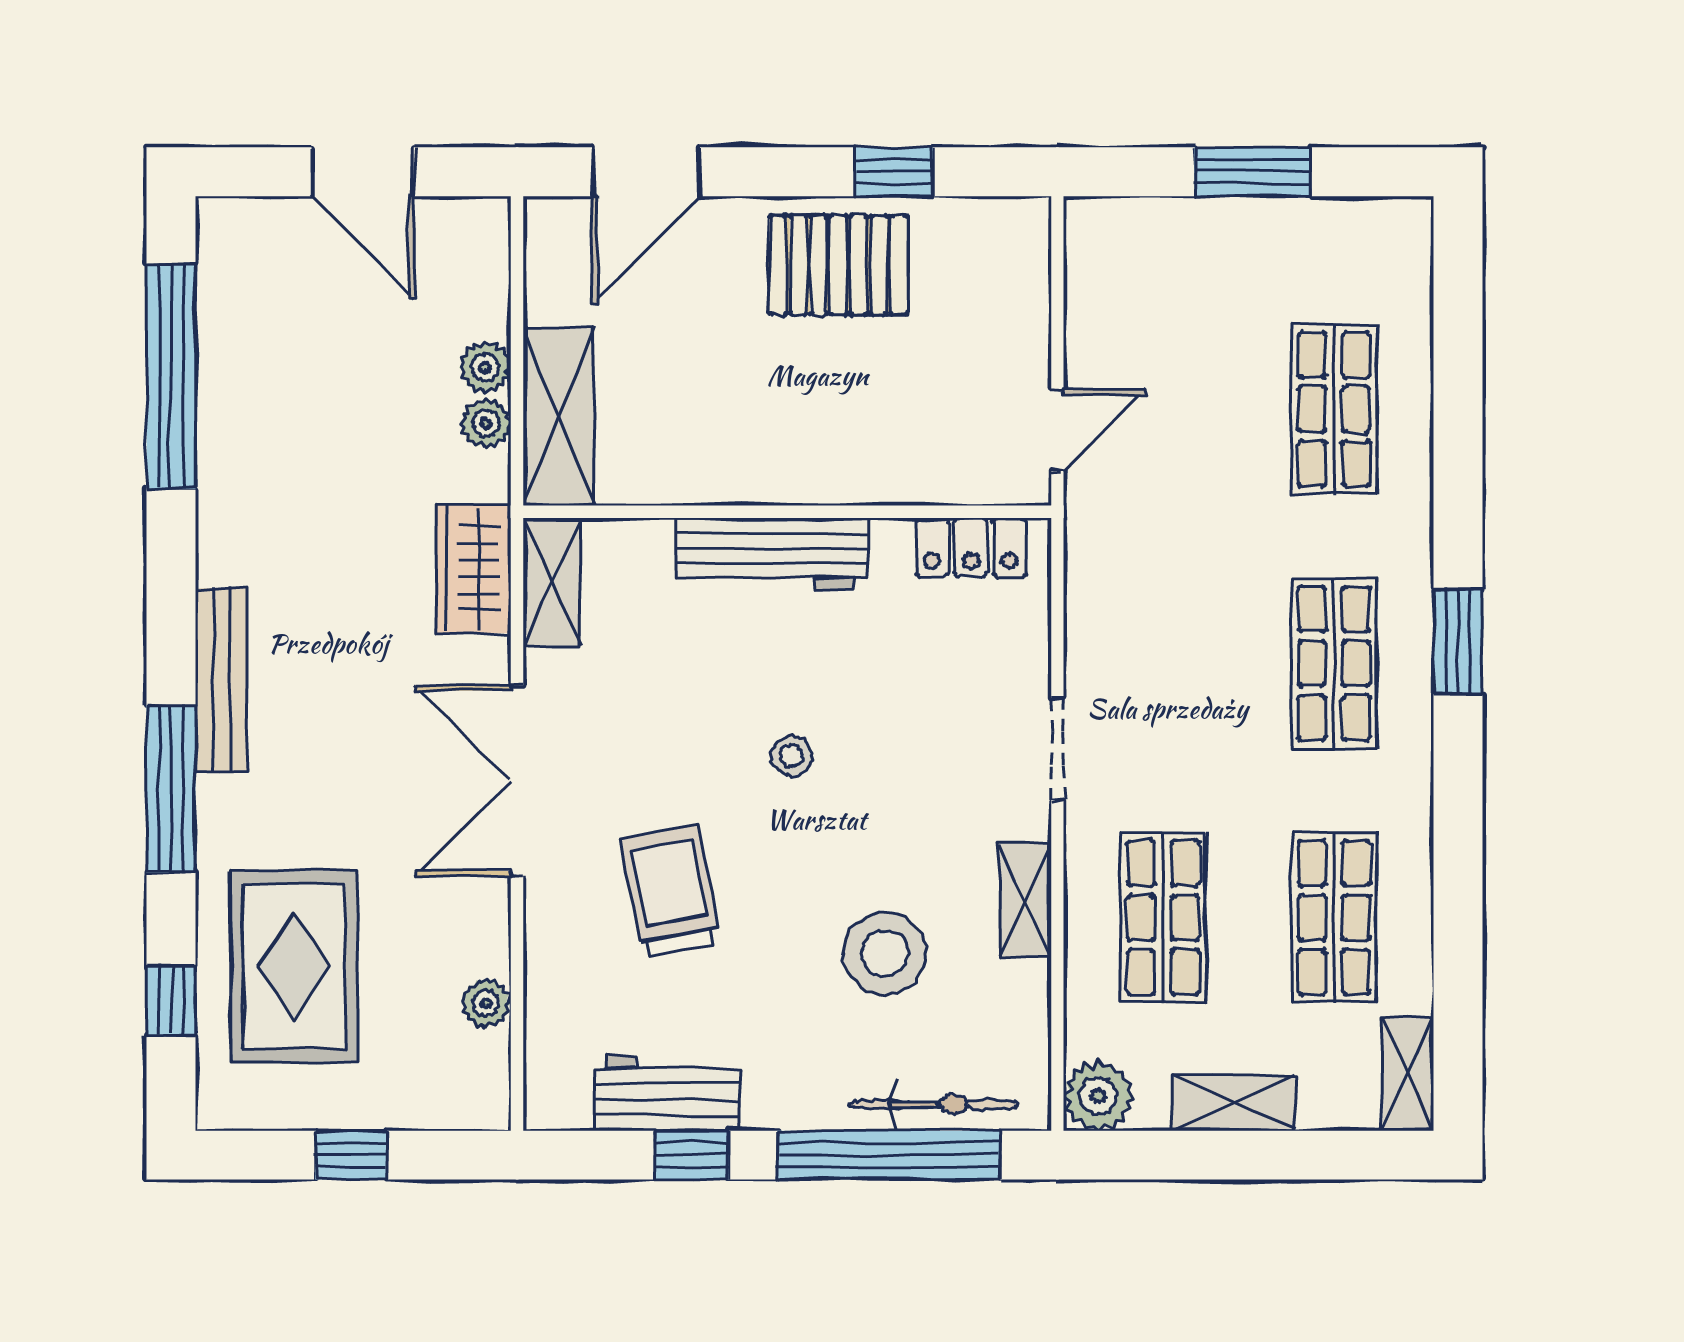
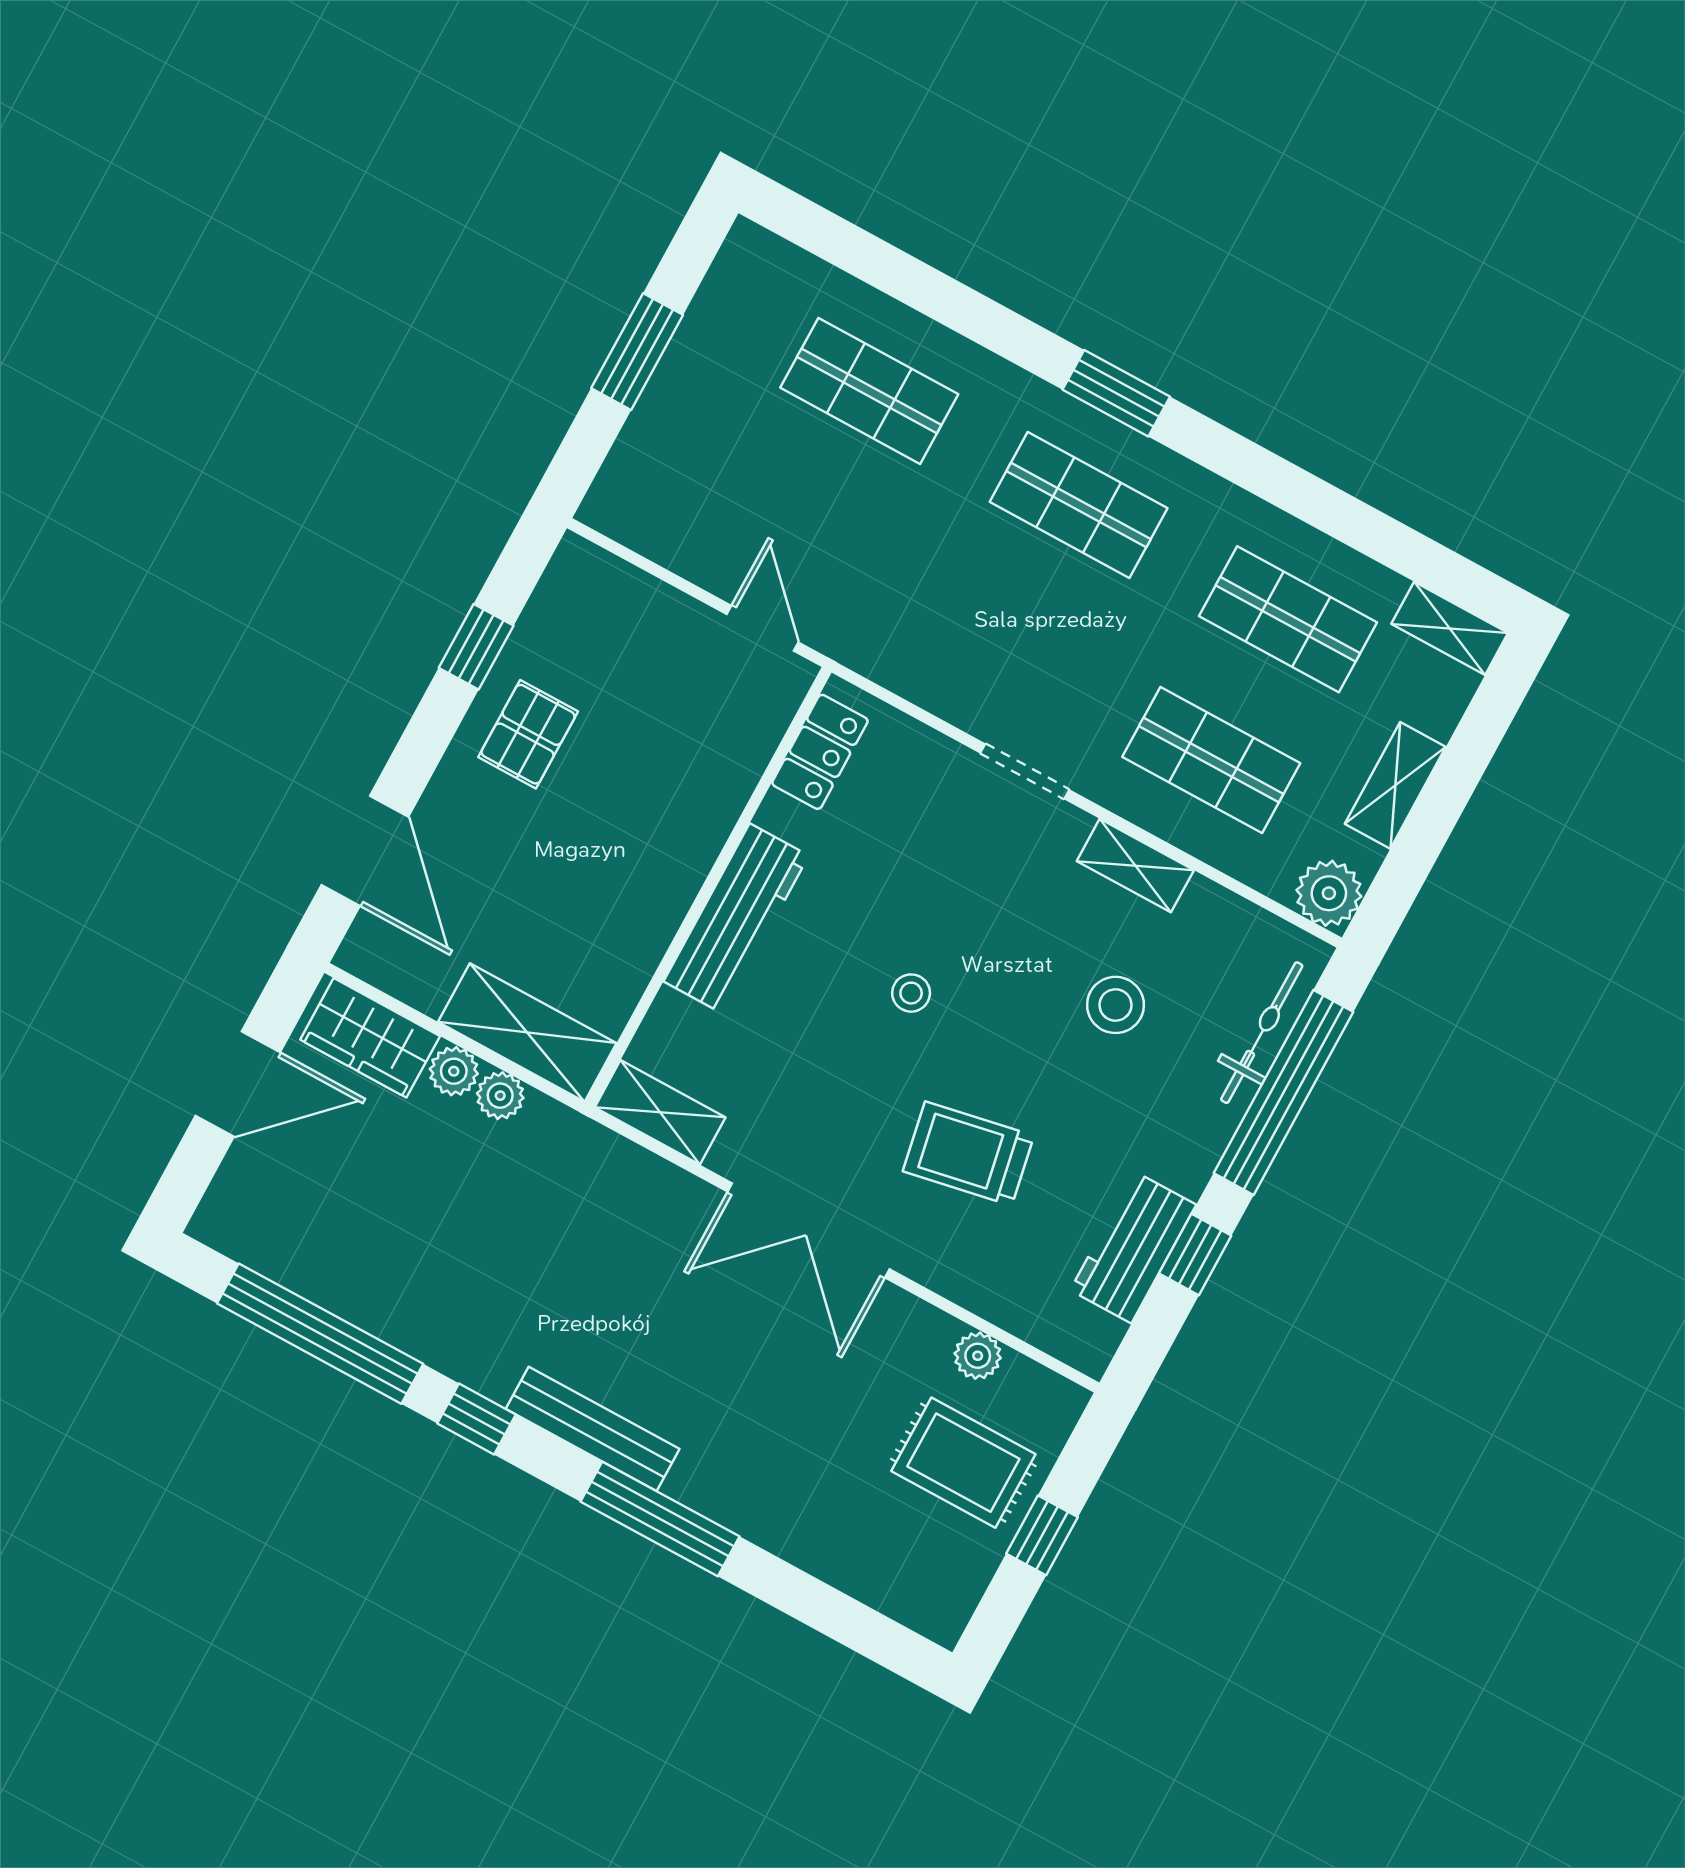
pallet: (838, 265) -> (528, 734), width x0.67, depth x0.71
wardrobe: (473, 569) -> (370, 1038), moved
stool: (885, 953) -> (1116, 1005), width x0.73, depth x0.73
rug: (294, 966) -> (963, 1463), moved, width x0.73, depth x0.70
window: (171, 1000) -> (477, 1419), moved

